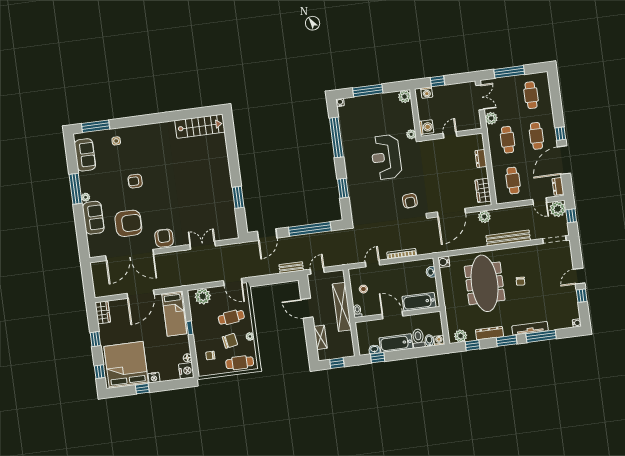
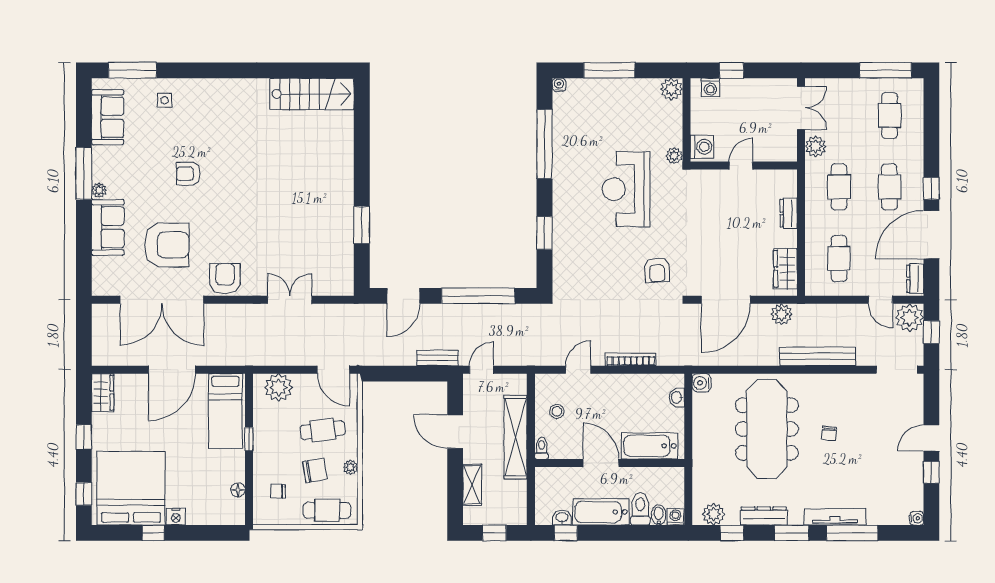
window: (509, 72) -> (886, 70), moved
nightstand: (186, 371) -> (233, 512), removed

